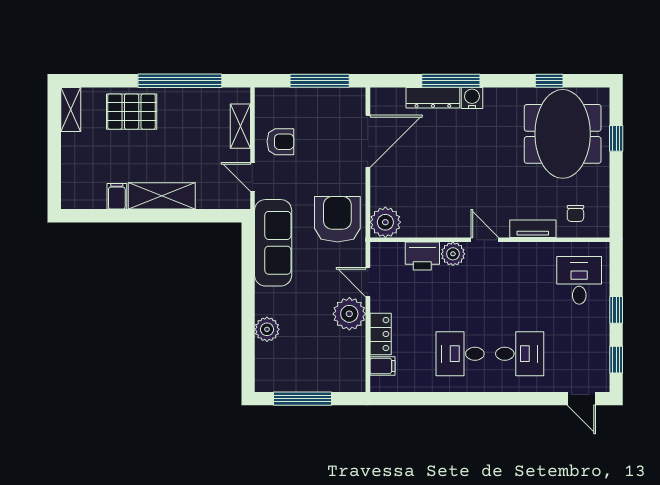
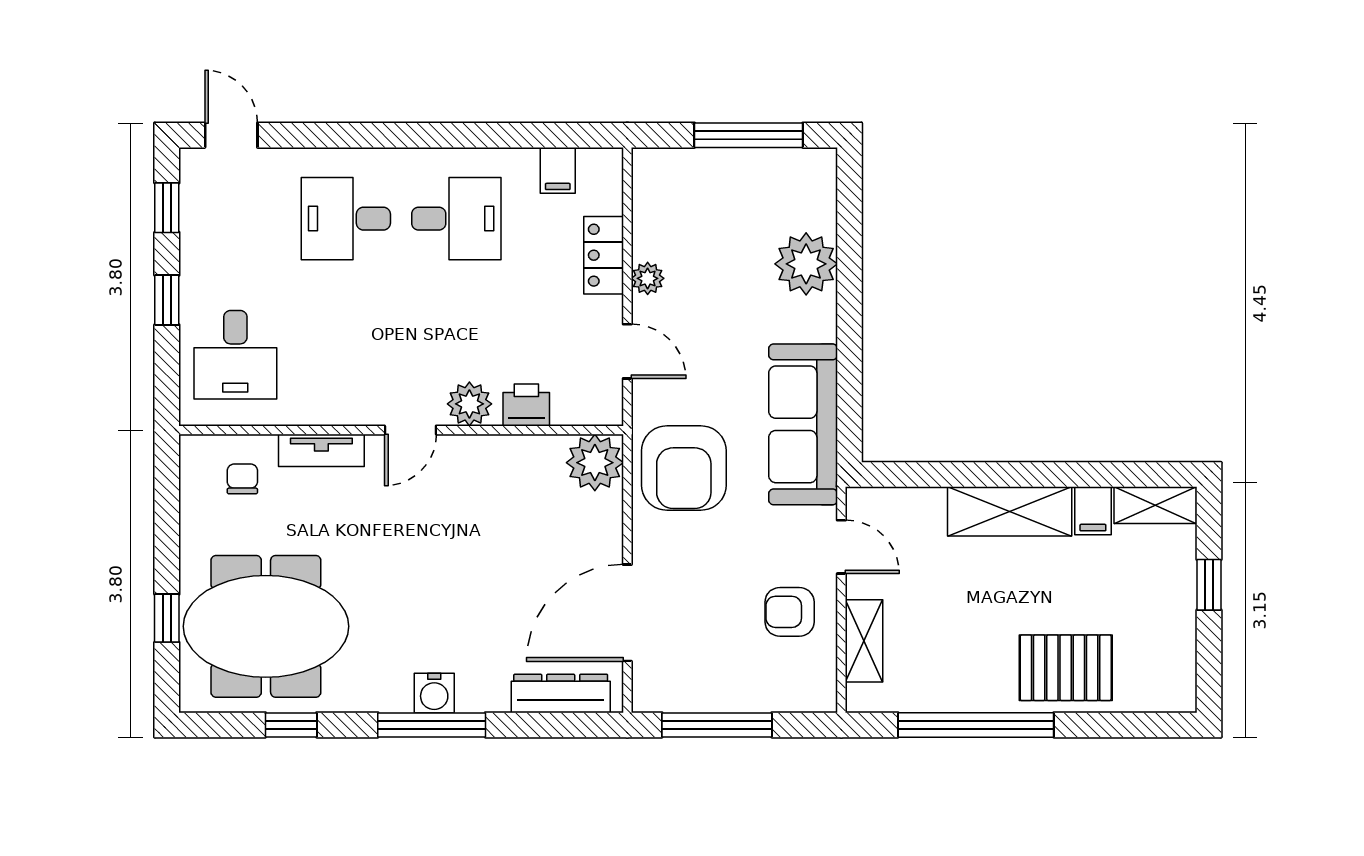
window: (451, 81) -> (432, 725), moved
dresser: (433, 98) -> (561, 694), moved
shelving: (71, 109) -> (1155, 505), moved, turned 90
meeting table: (563, 134) -> (266, 626), turned 90
window: (54, 156) -> (1209, 585), added
door: (485, 240) -> (410, 430), hinge flipped
printer: (422, 256) -> (526, 405), width x0.73, depth x0.81
plant: (349, 314) -> (648, 278), width x0.53, depth x0.53
plant: (267, 329) -> (806, 264), width x1.36, depth x1.36
filing cabinet: (382, 366) -> (558, 170), moved, turned -90

